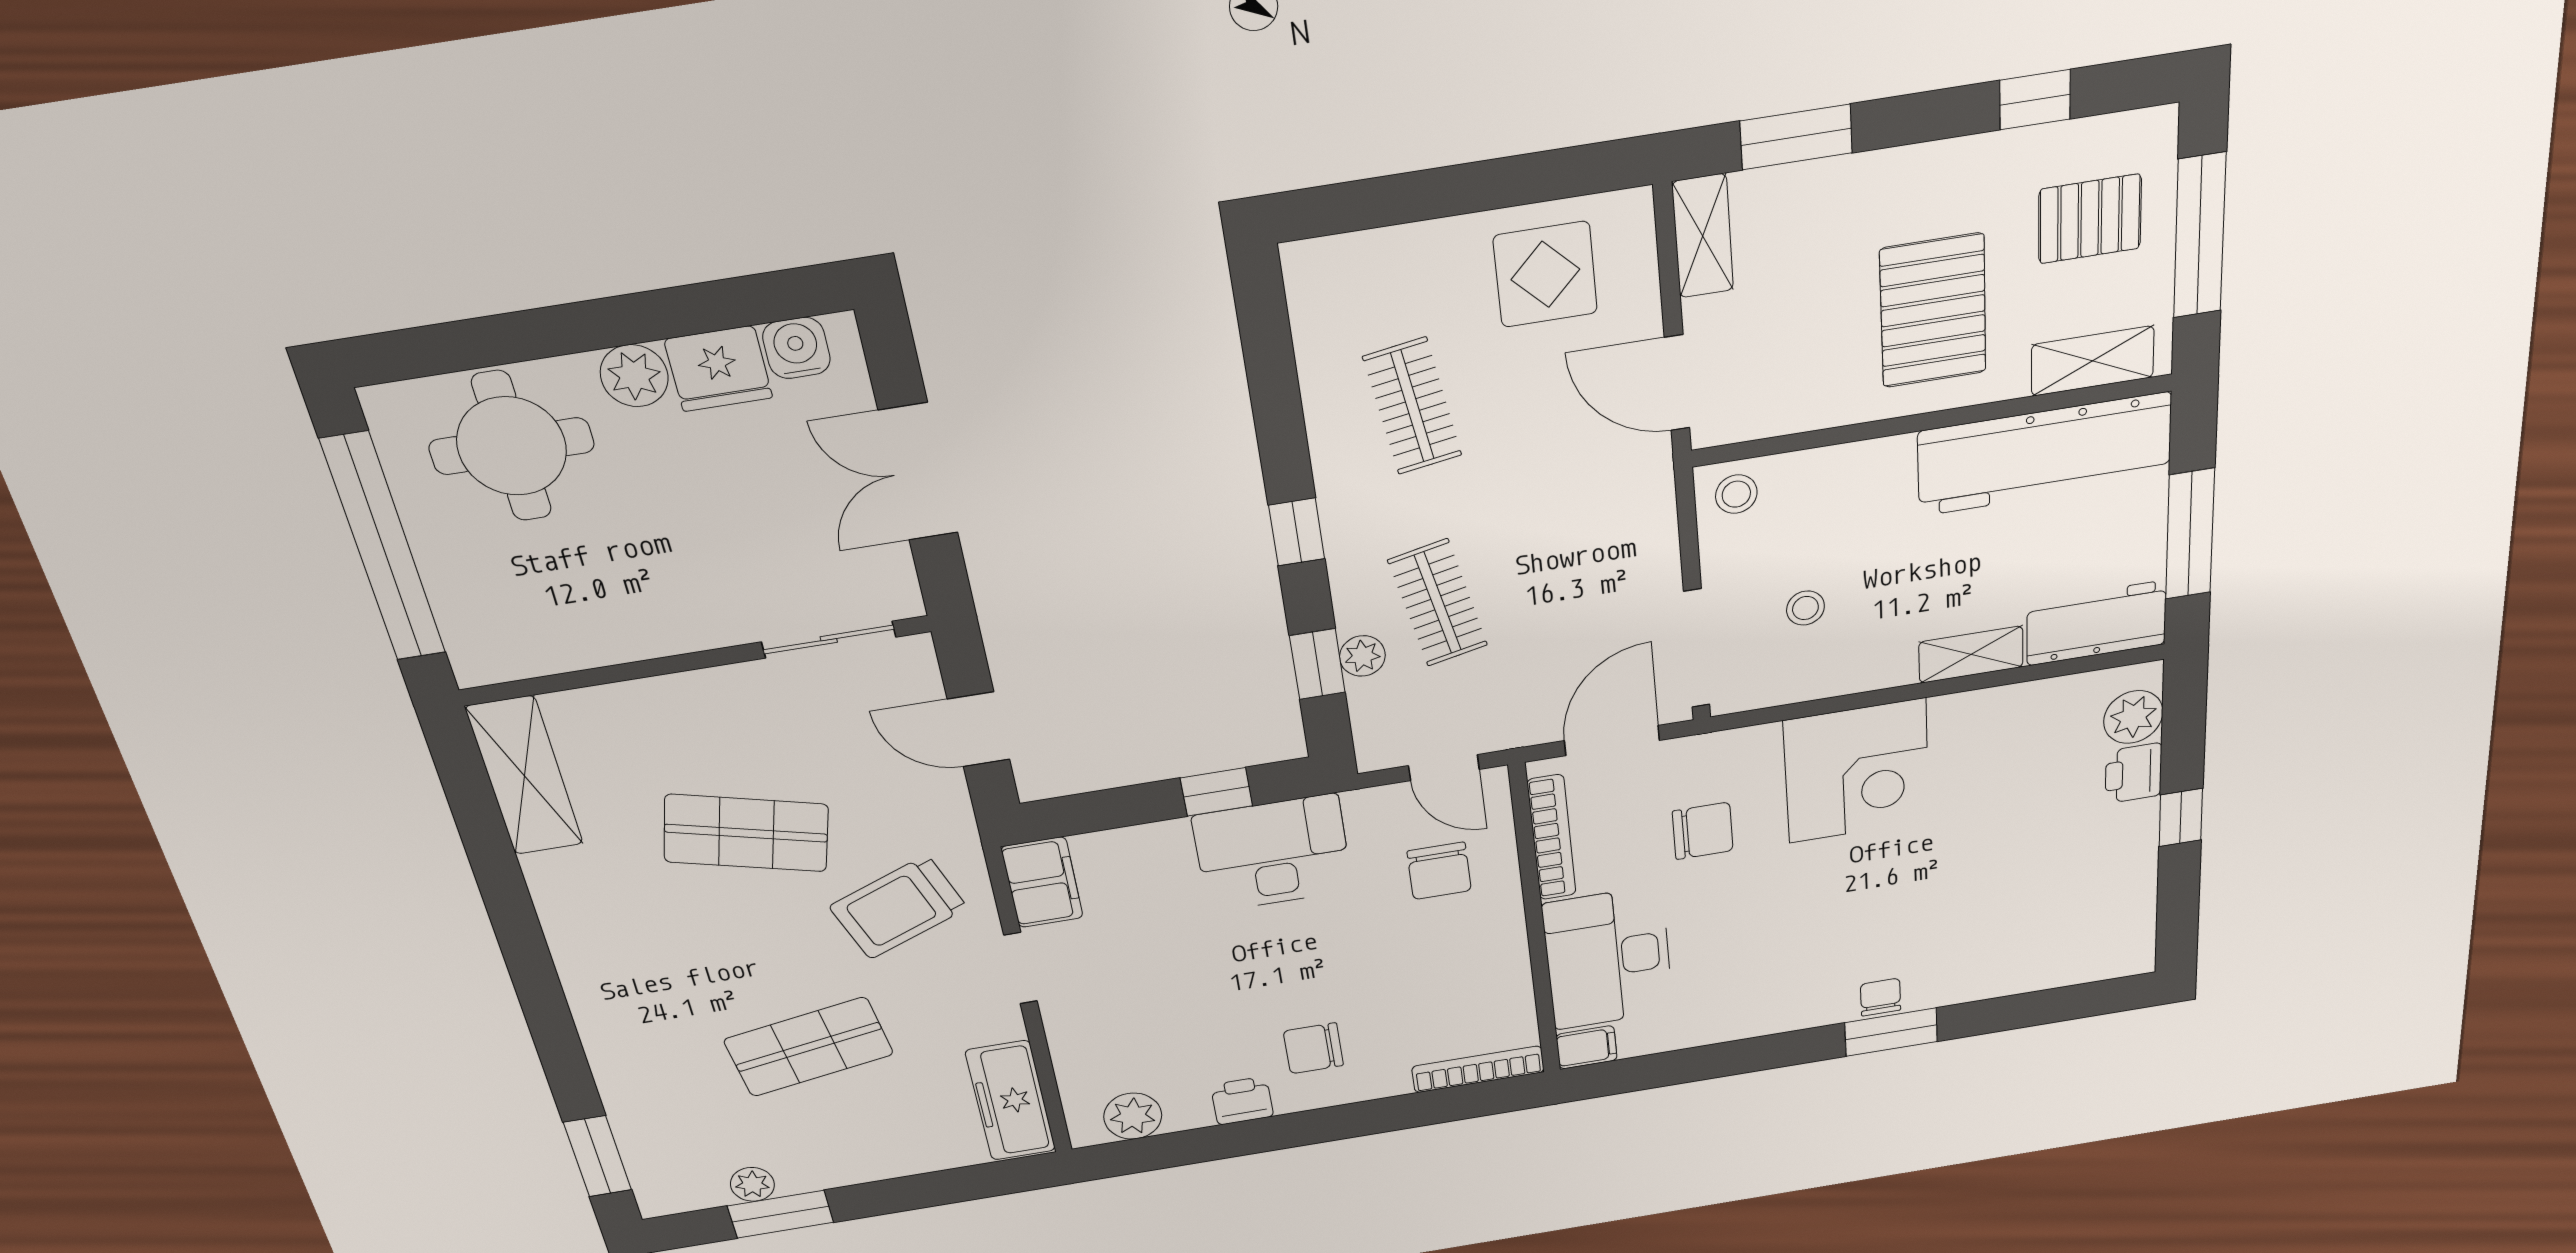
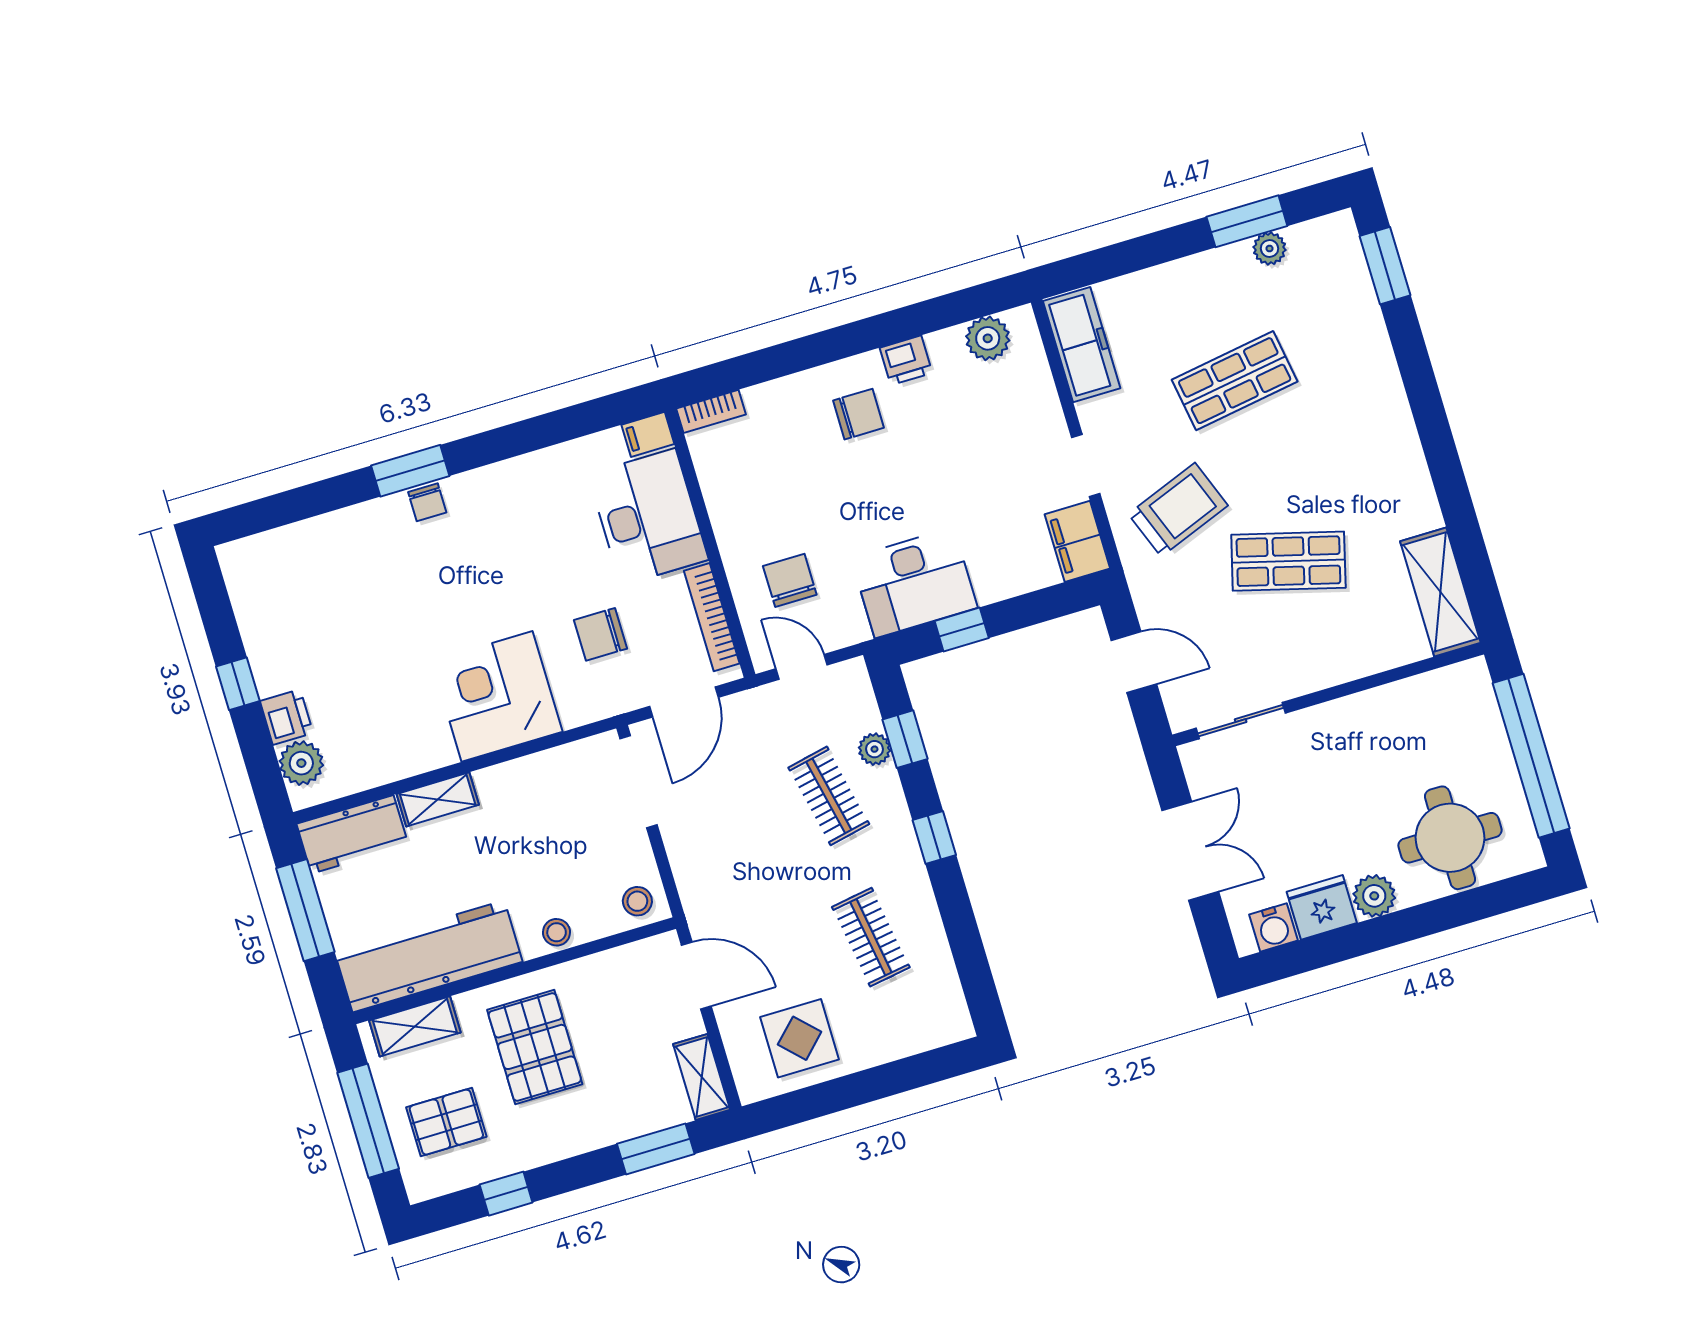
stool: (1805, 608) -> (557, 932), moved
bookcase: (1478, 1069) -> (711, 411), width x0.64

